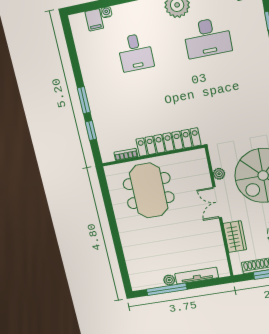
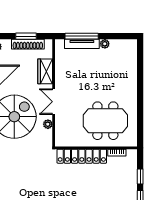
meeting table: (149, 191) -> (105, 121), turned 90
double door: (217, 202) -> (54, 102), swing flipped
window: (167, 289) -> (82, 36), moved

